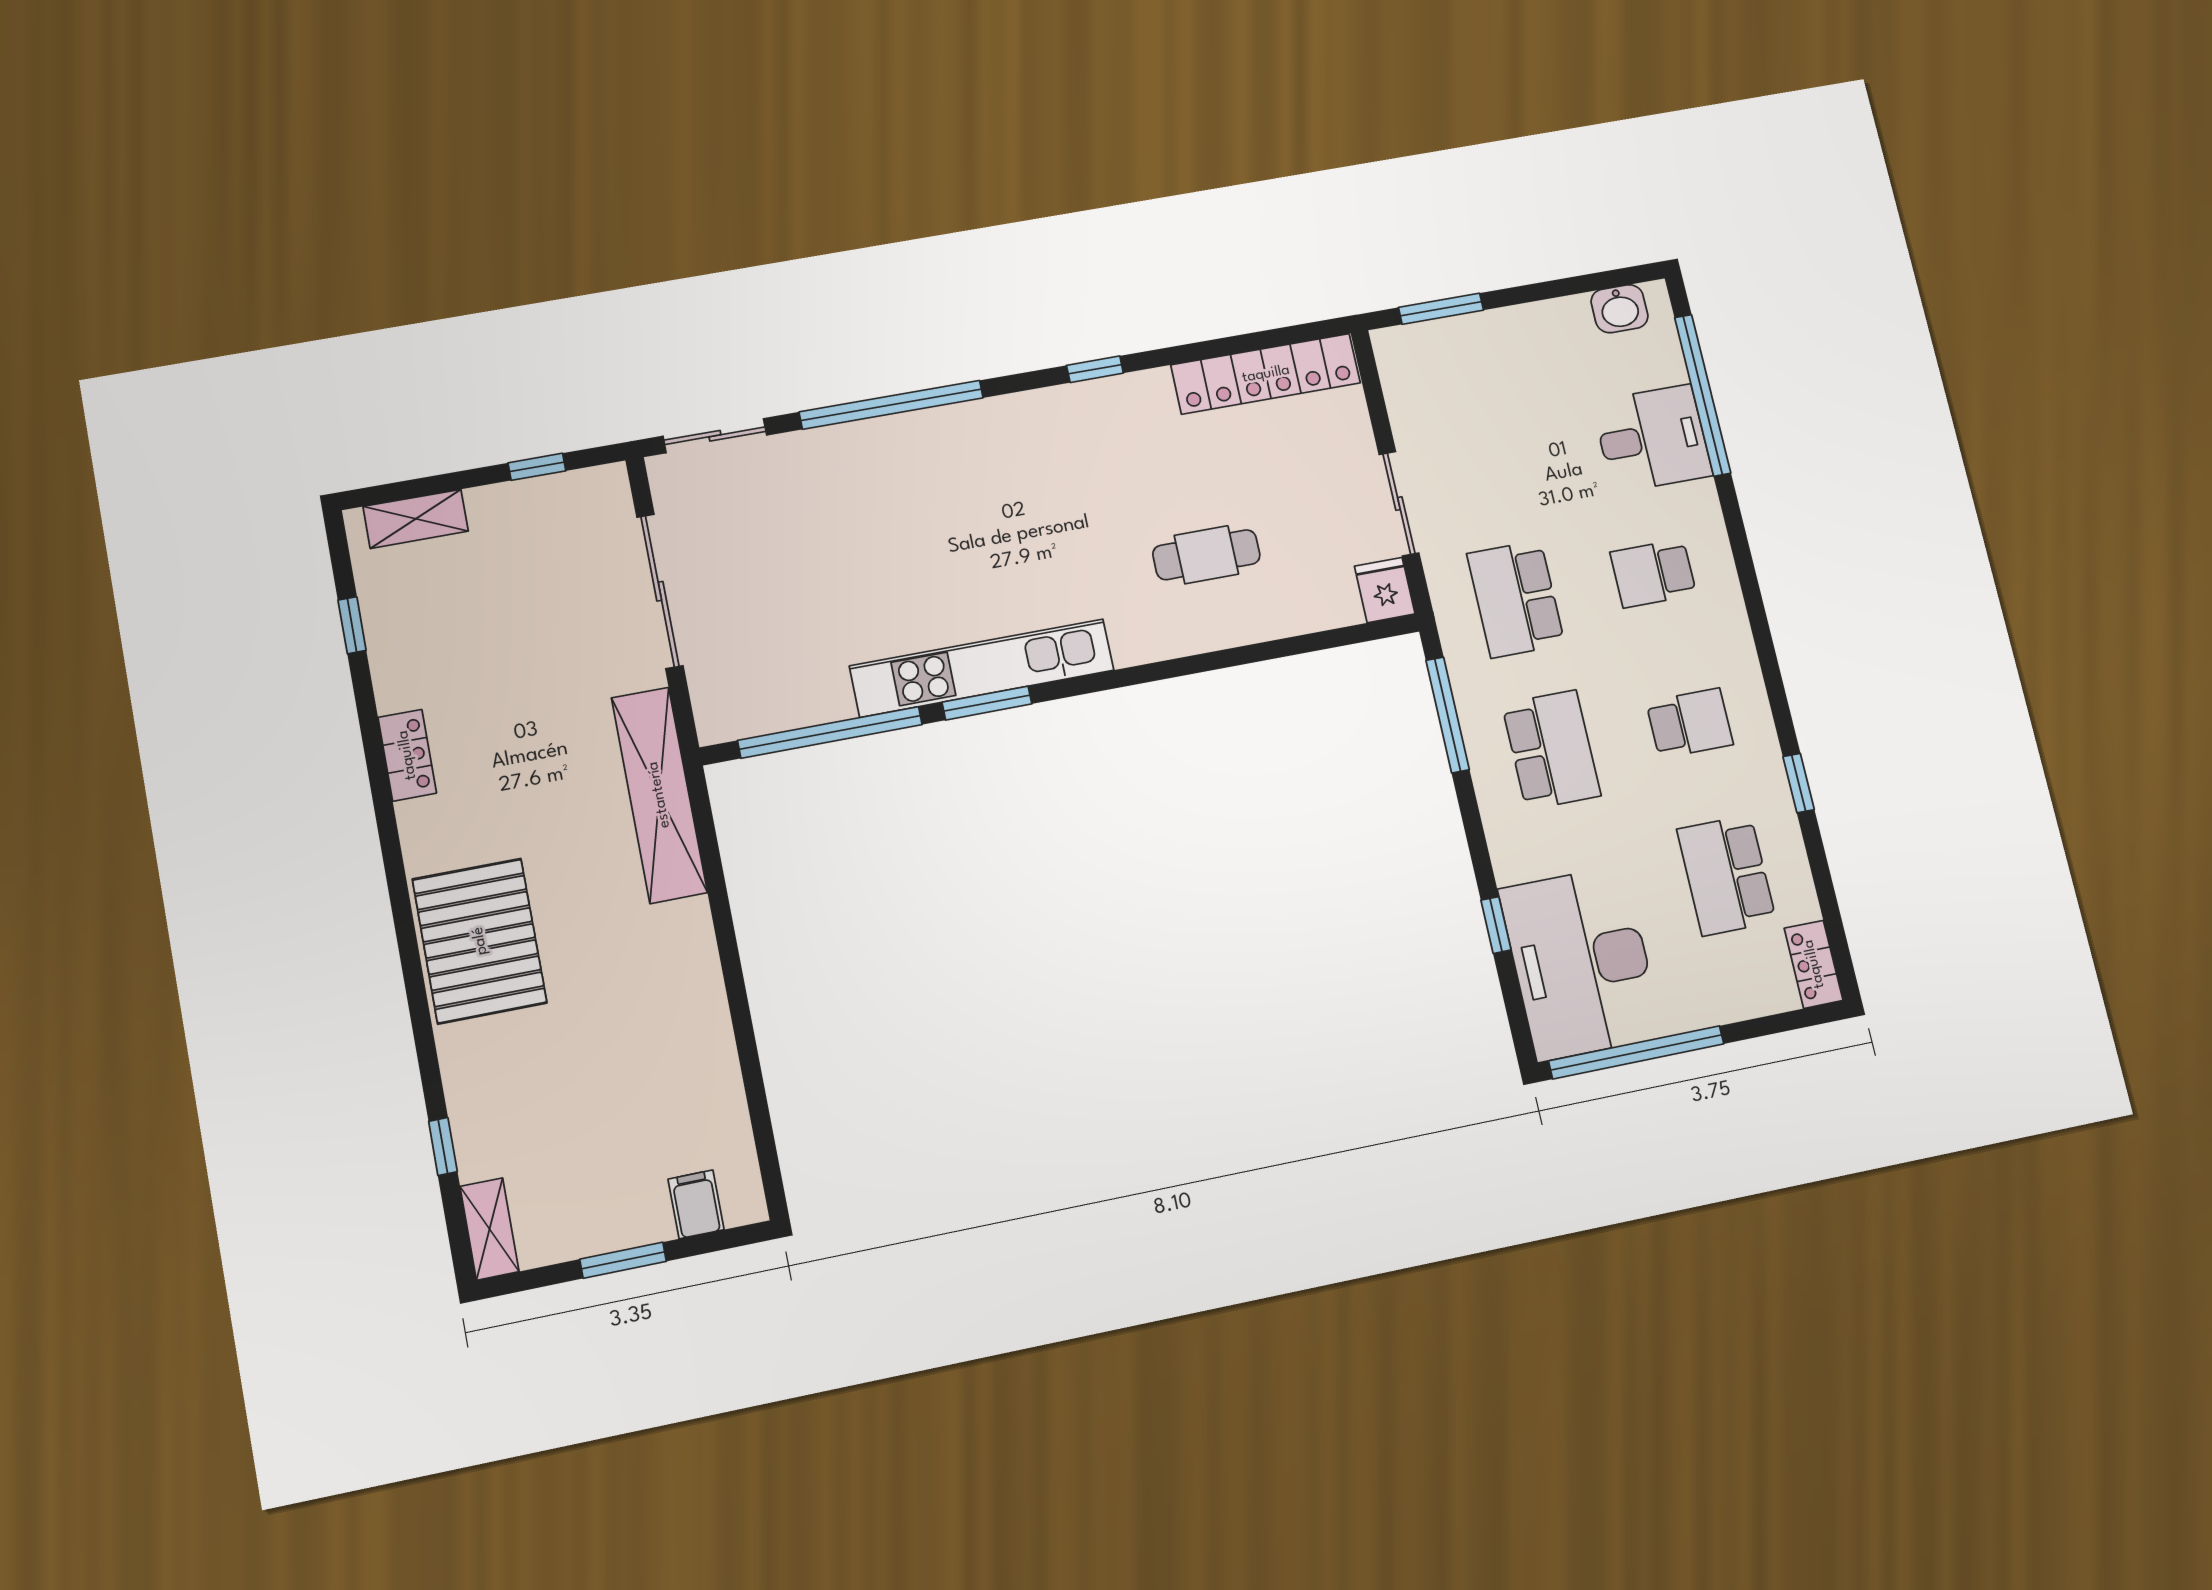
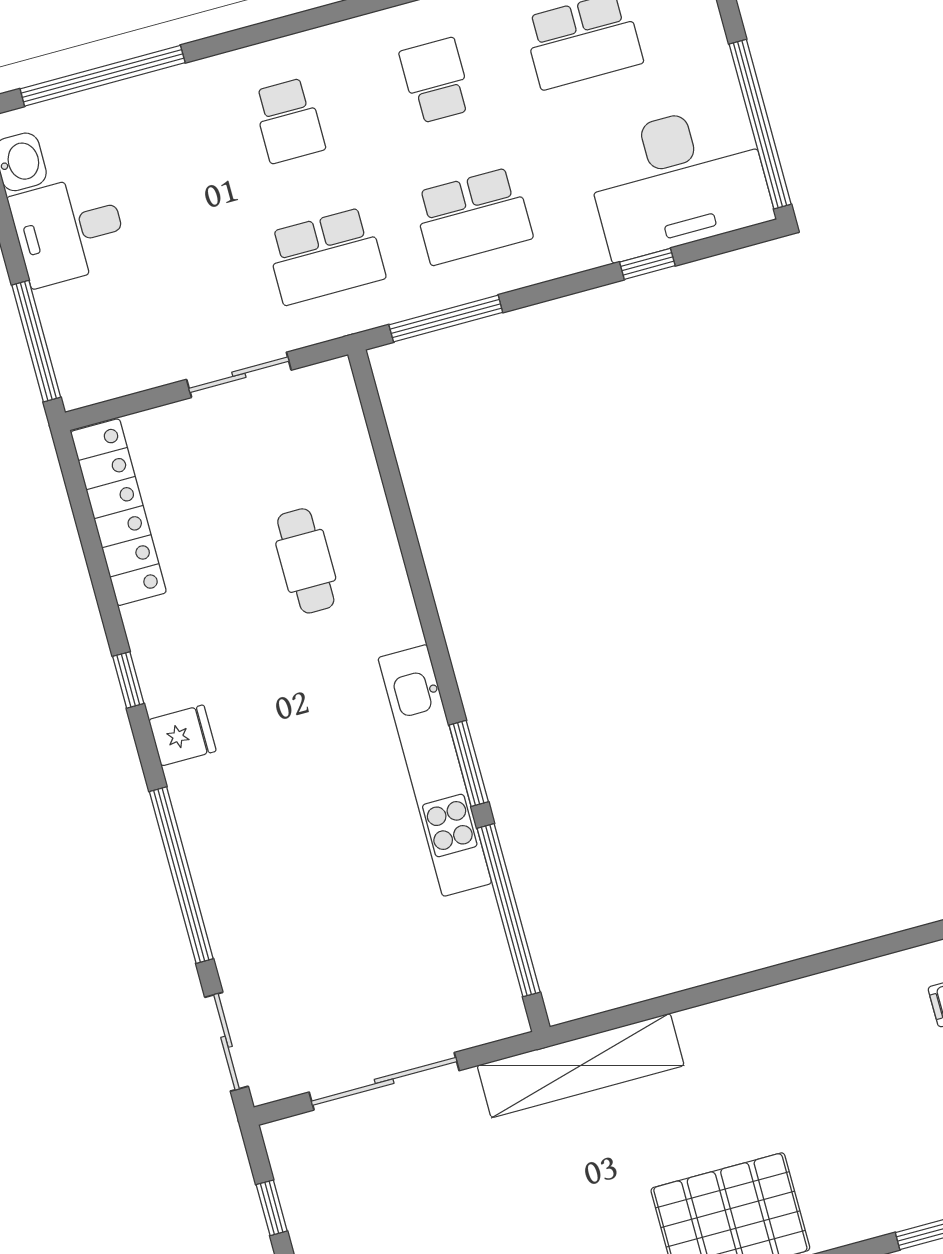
window: (1441, 309) -> (36, 341), width x1.44
desk: (1652, 439) -> (69, 230), moved, turned -90
fridge: (1385, 590) -> (182, 735), moved, turned 180
school desk: (1551, 750) -> (473, 216), turned 180

